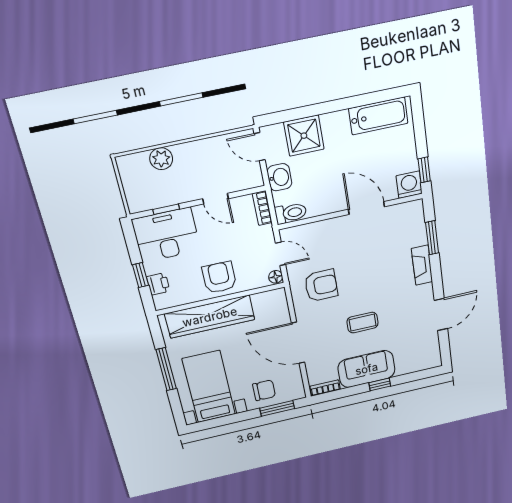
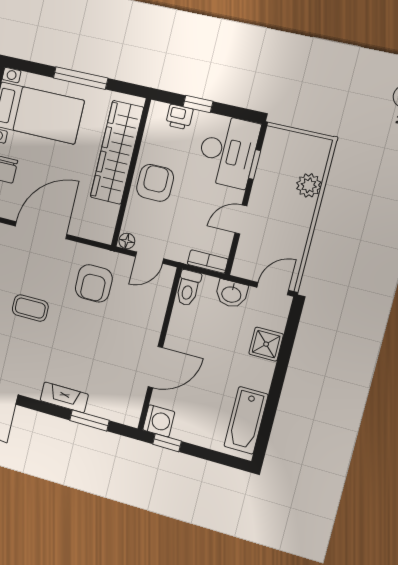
shower: (304, 136) -> (266, 344), width x0.73, depth x0.73
armchair: (219, 277) -> (155, 183), turned -90
coffee table: (363, 323) -> (30, 308), turned 90

